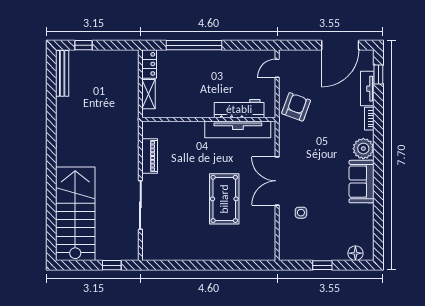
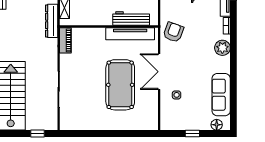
armchair: (296, 107) -> (173, 32), moved
dresser: (131, 112) -> (52, 21), added
piano: (150, 156) -> (65, 40), moved
sofa: (362, 182) -> (221, 95), moved, width x1.36
pool table: (224, 199) -> (120, 85), width x1.36, depth x1.32

